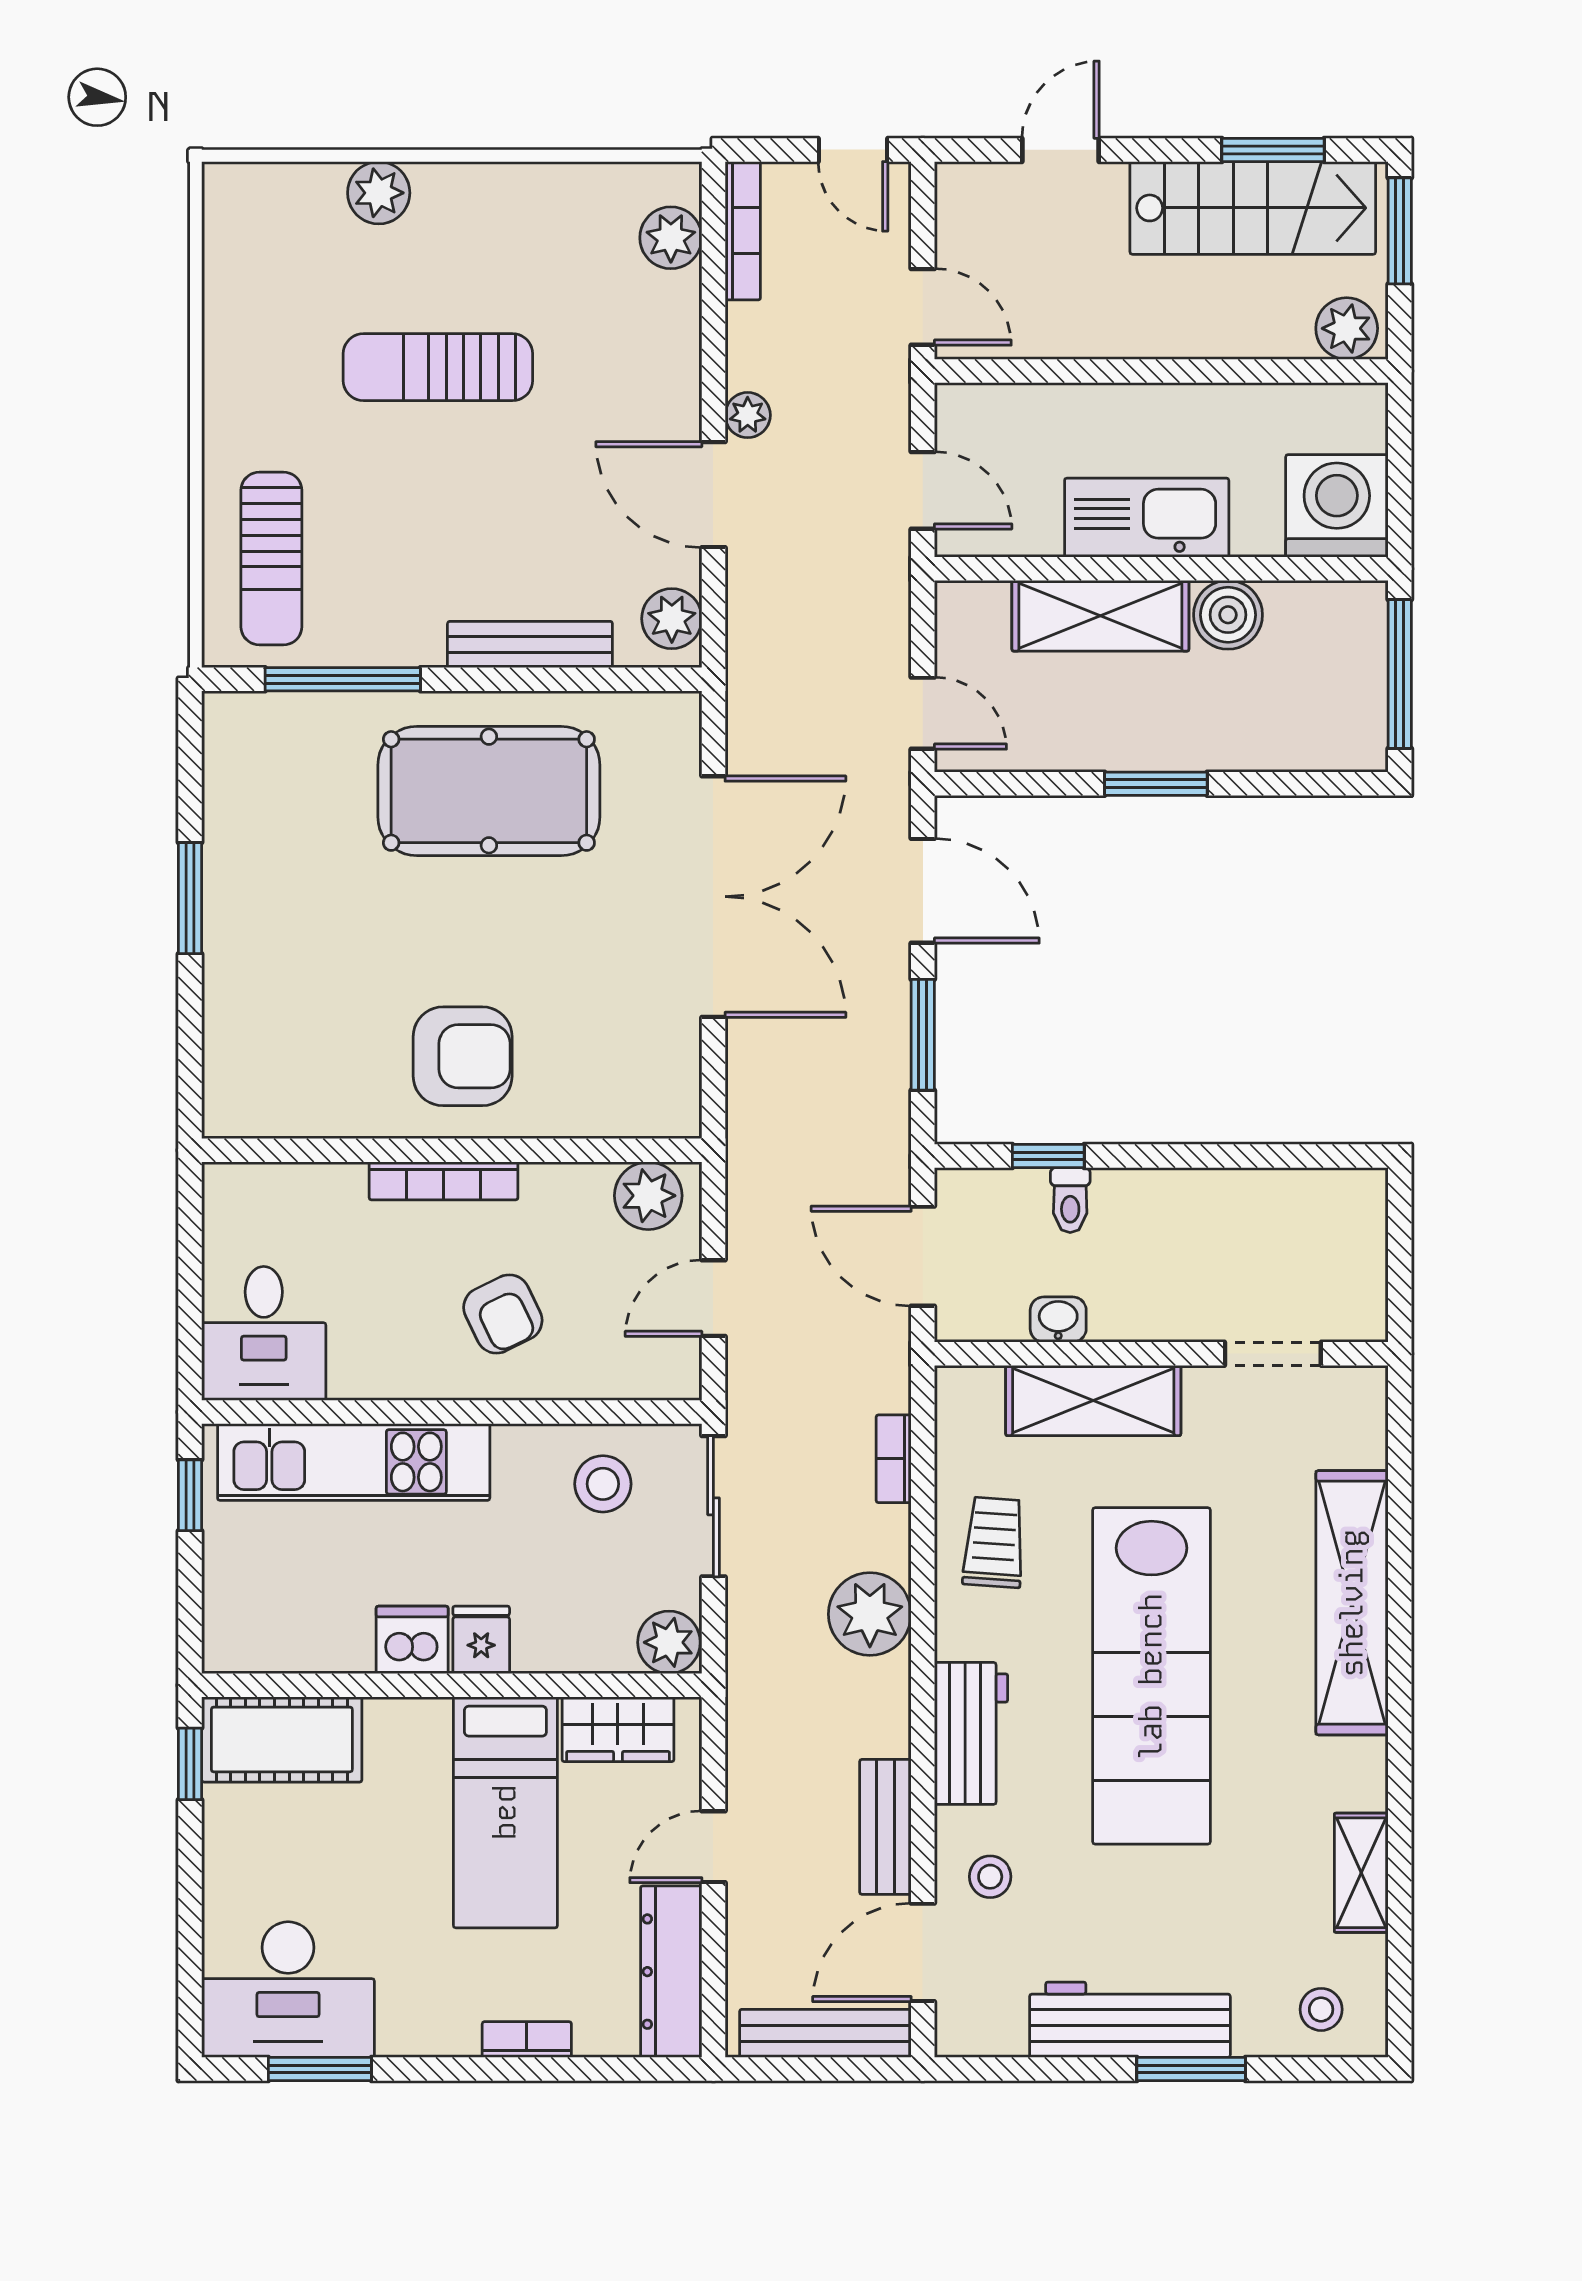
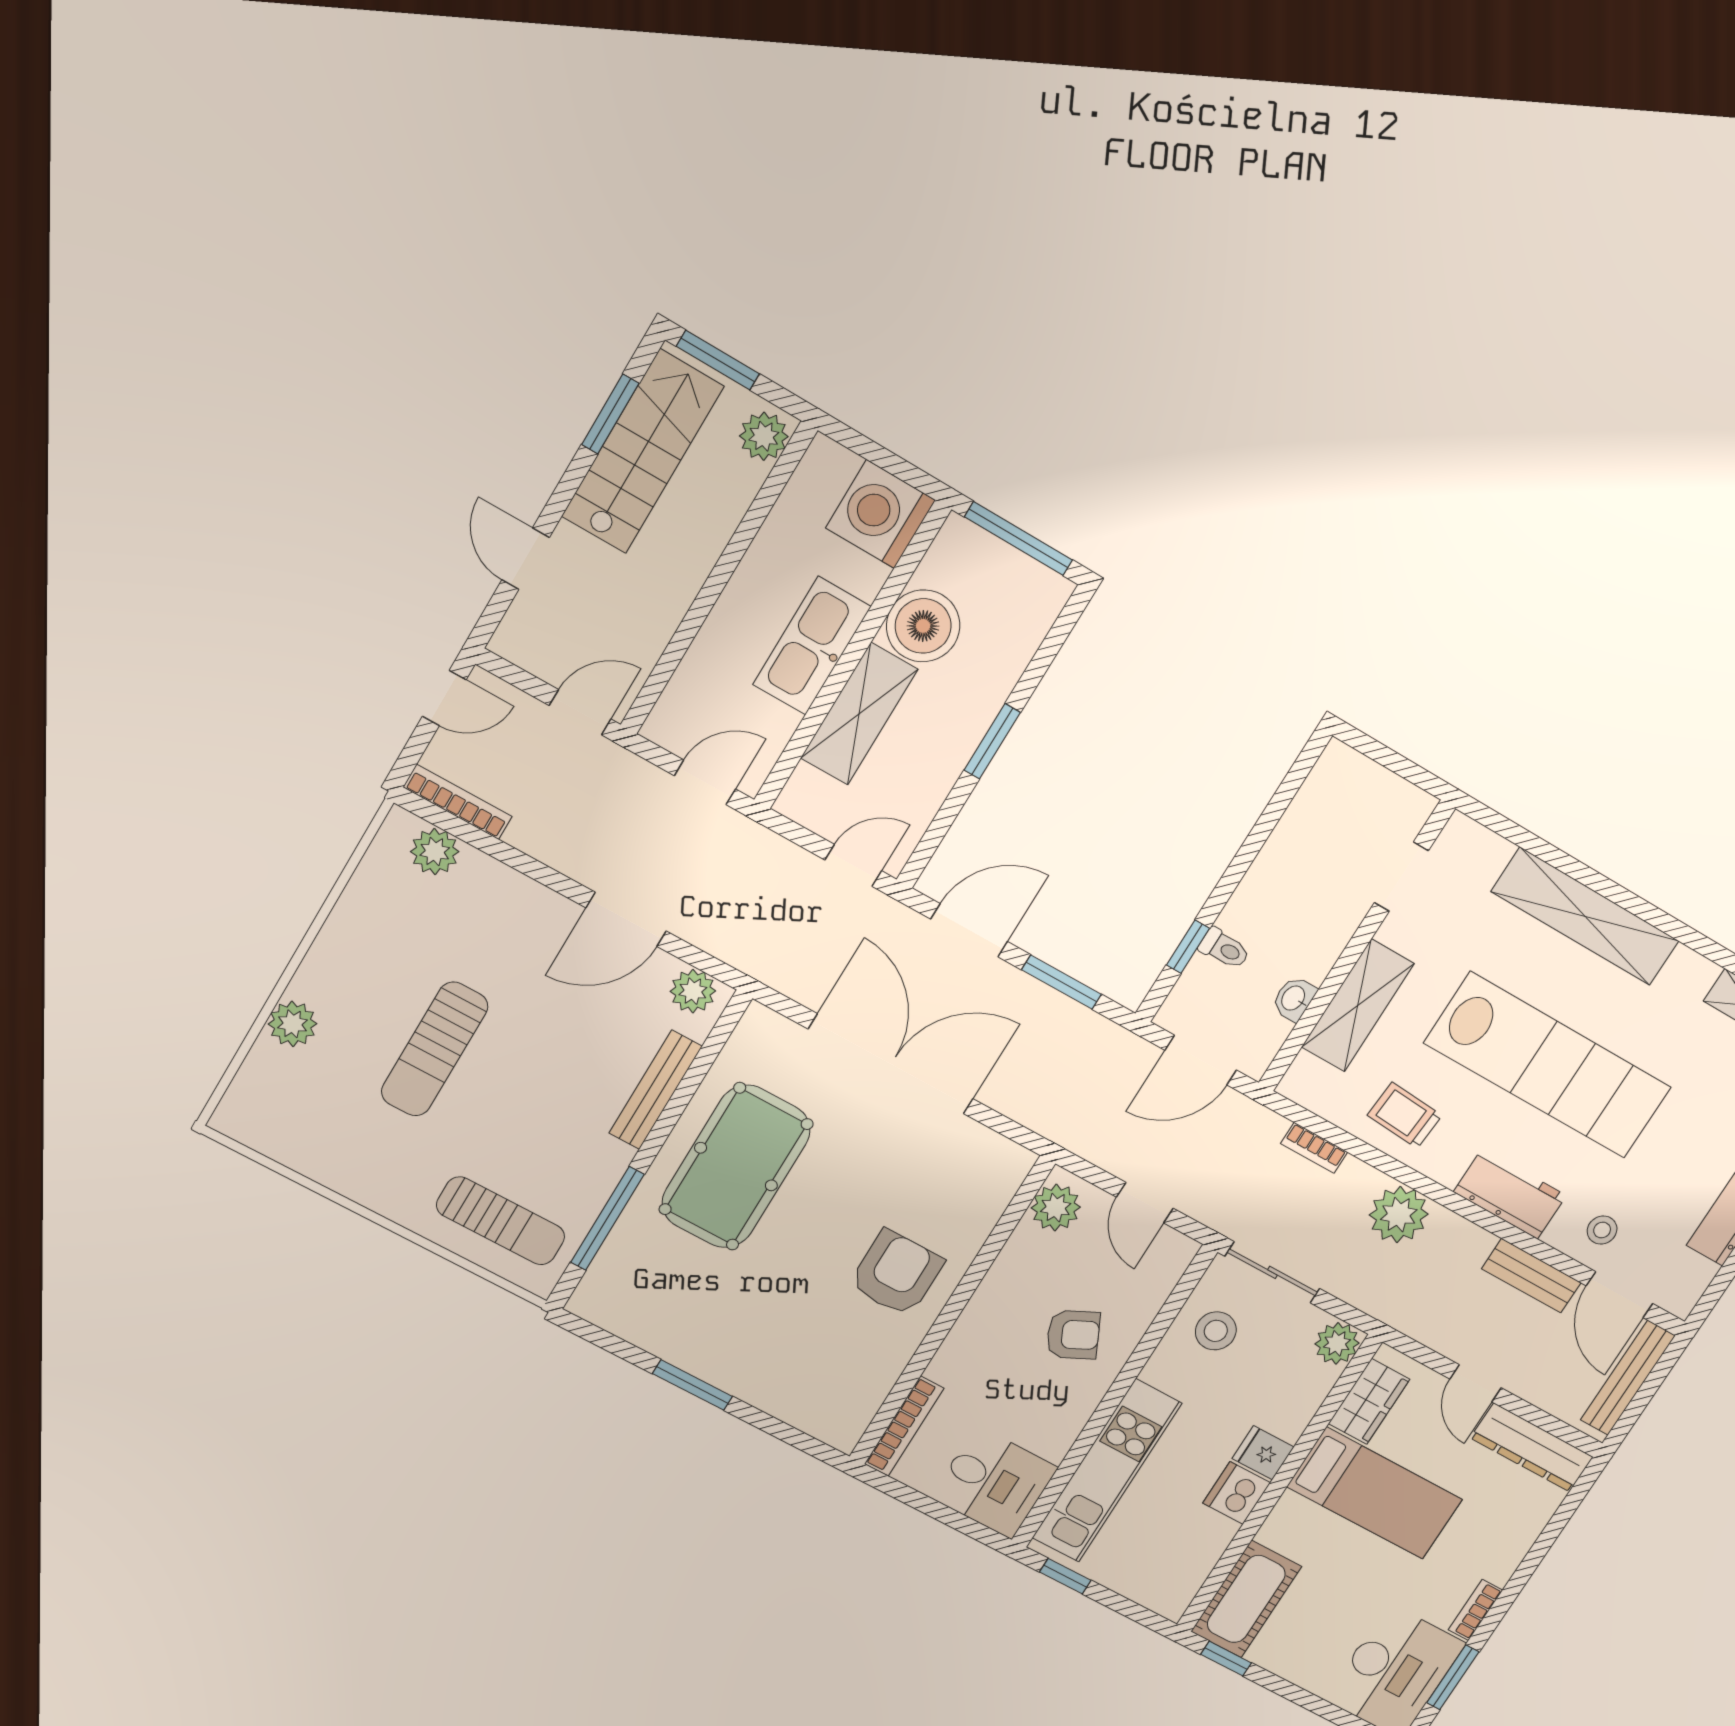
plant: (748, 415) -> (586, 868), removed
boiler: (1228, 615) -> (923, 626), width x1.37, depth x1.37
bookcase: (444, 1181) -> (904, 1426), moved
bookcase: (527, 2040) -> (1475, 1610), moved

